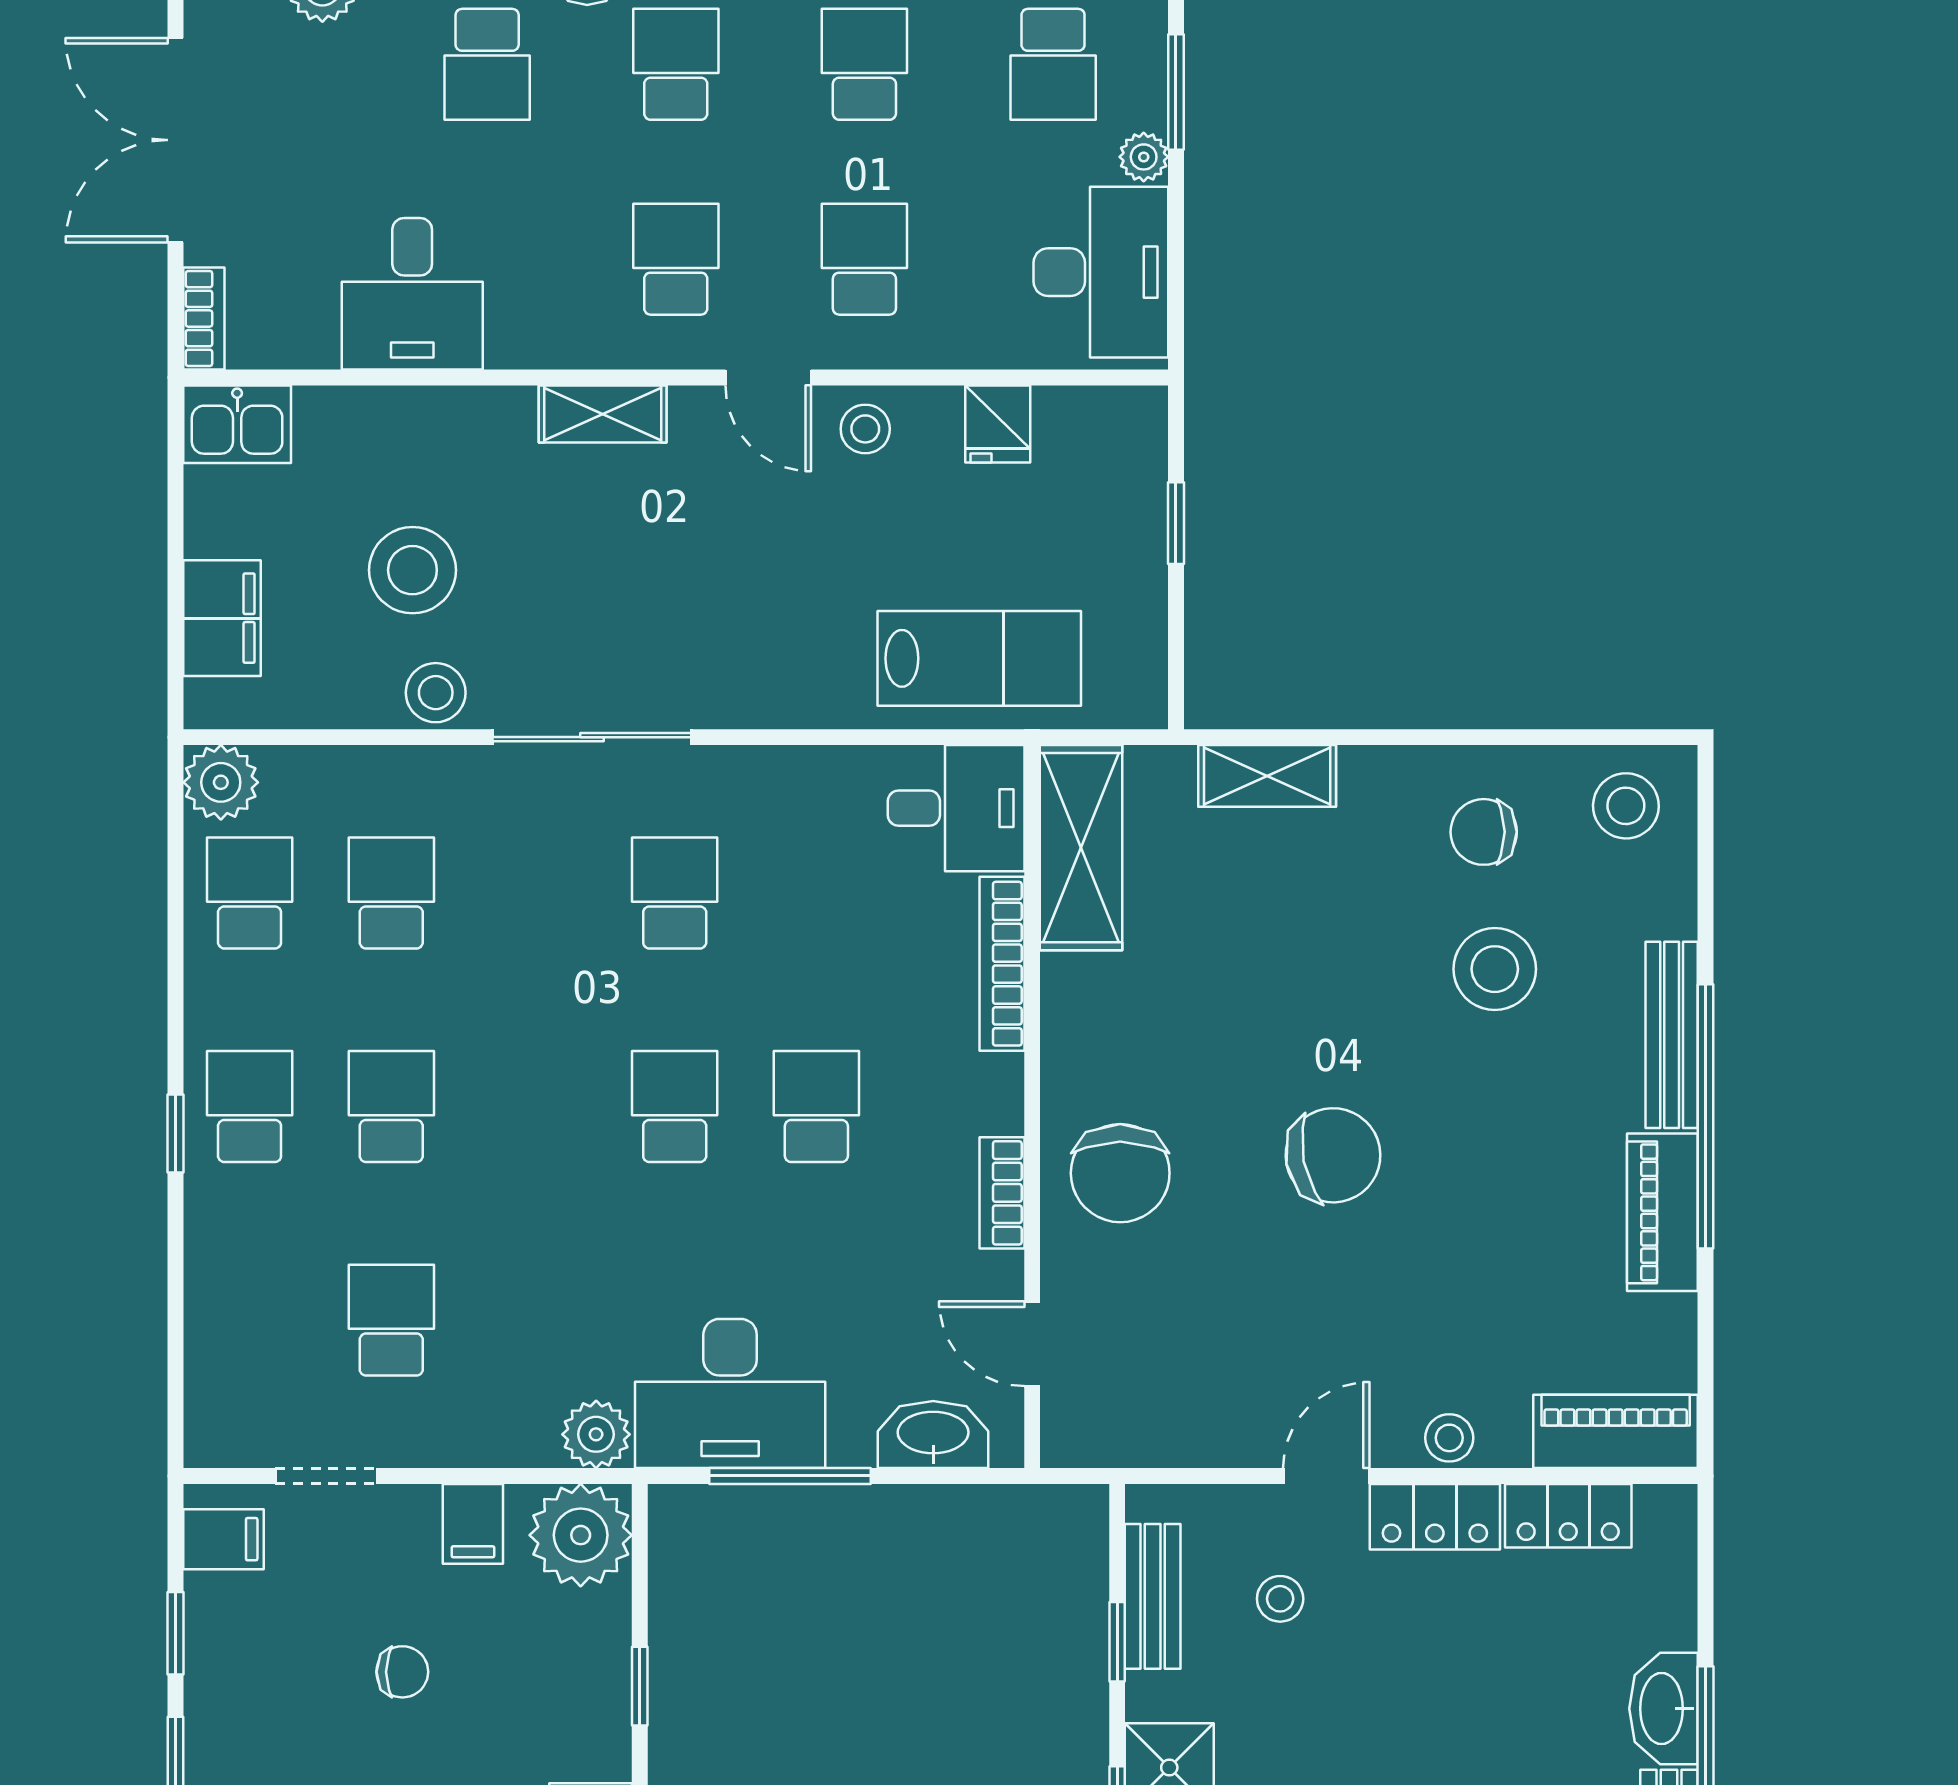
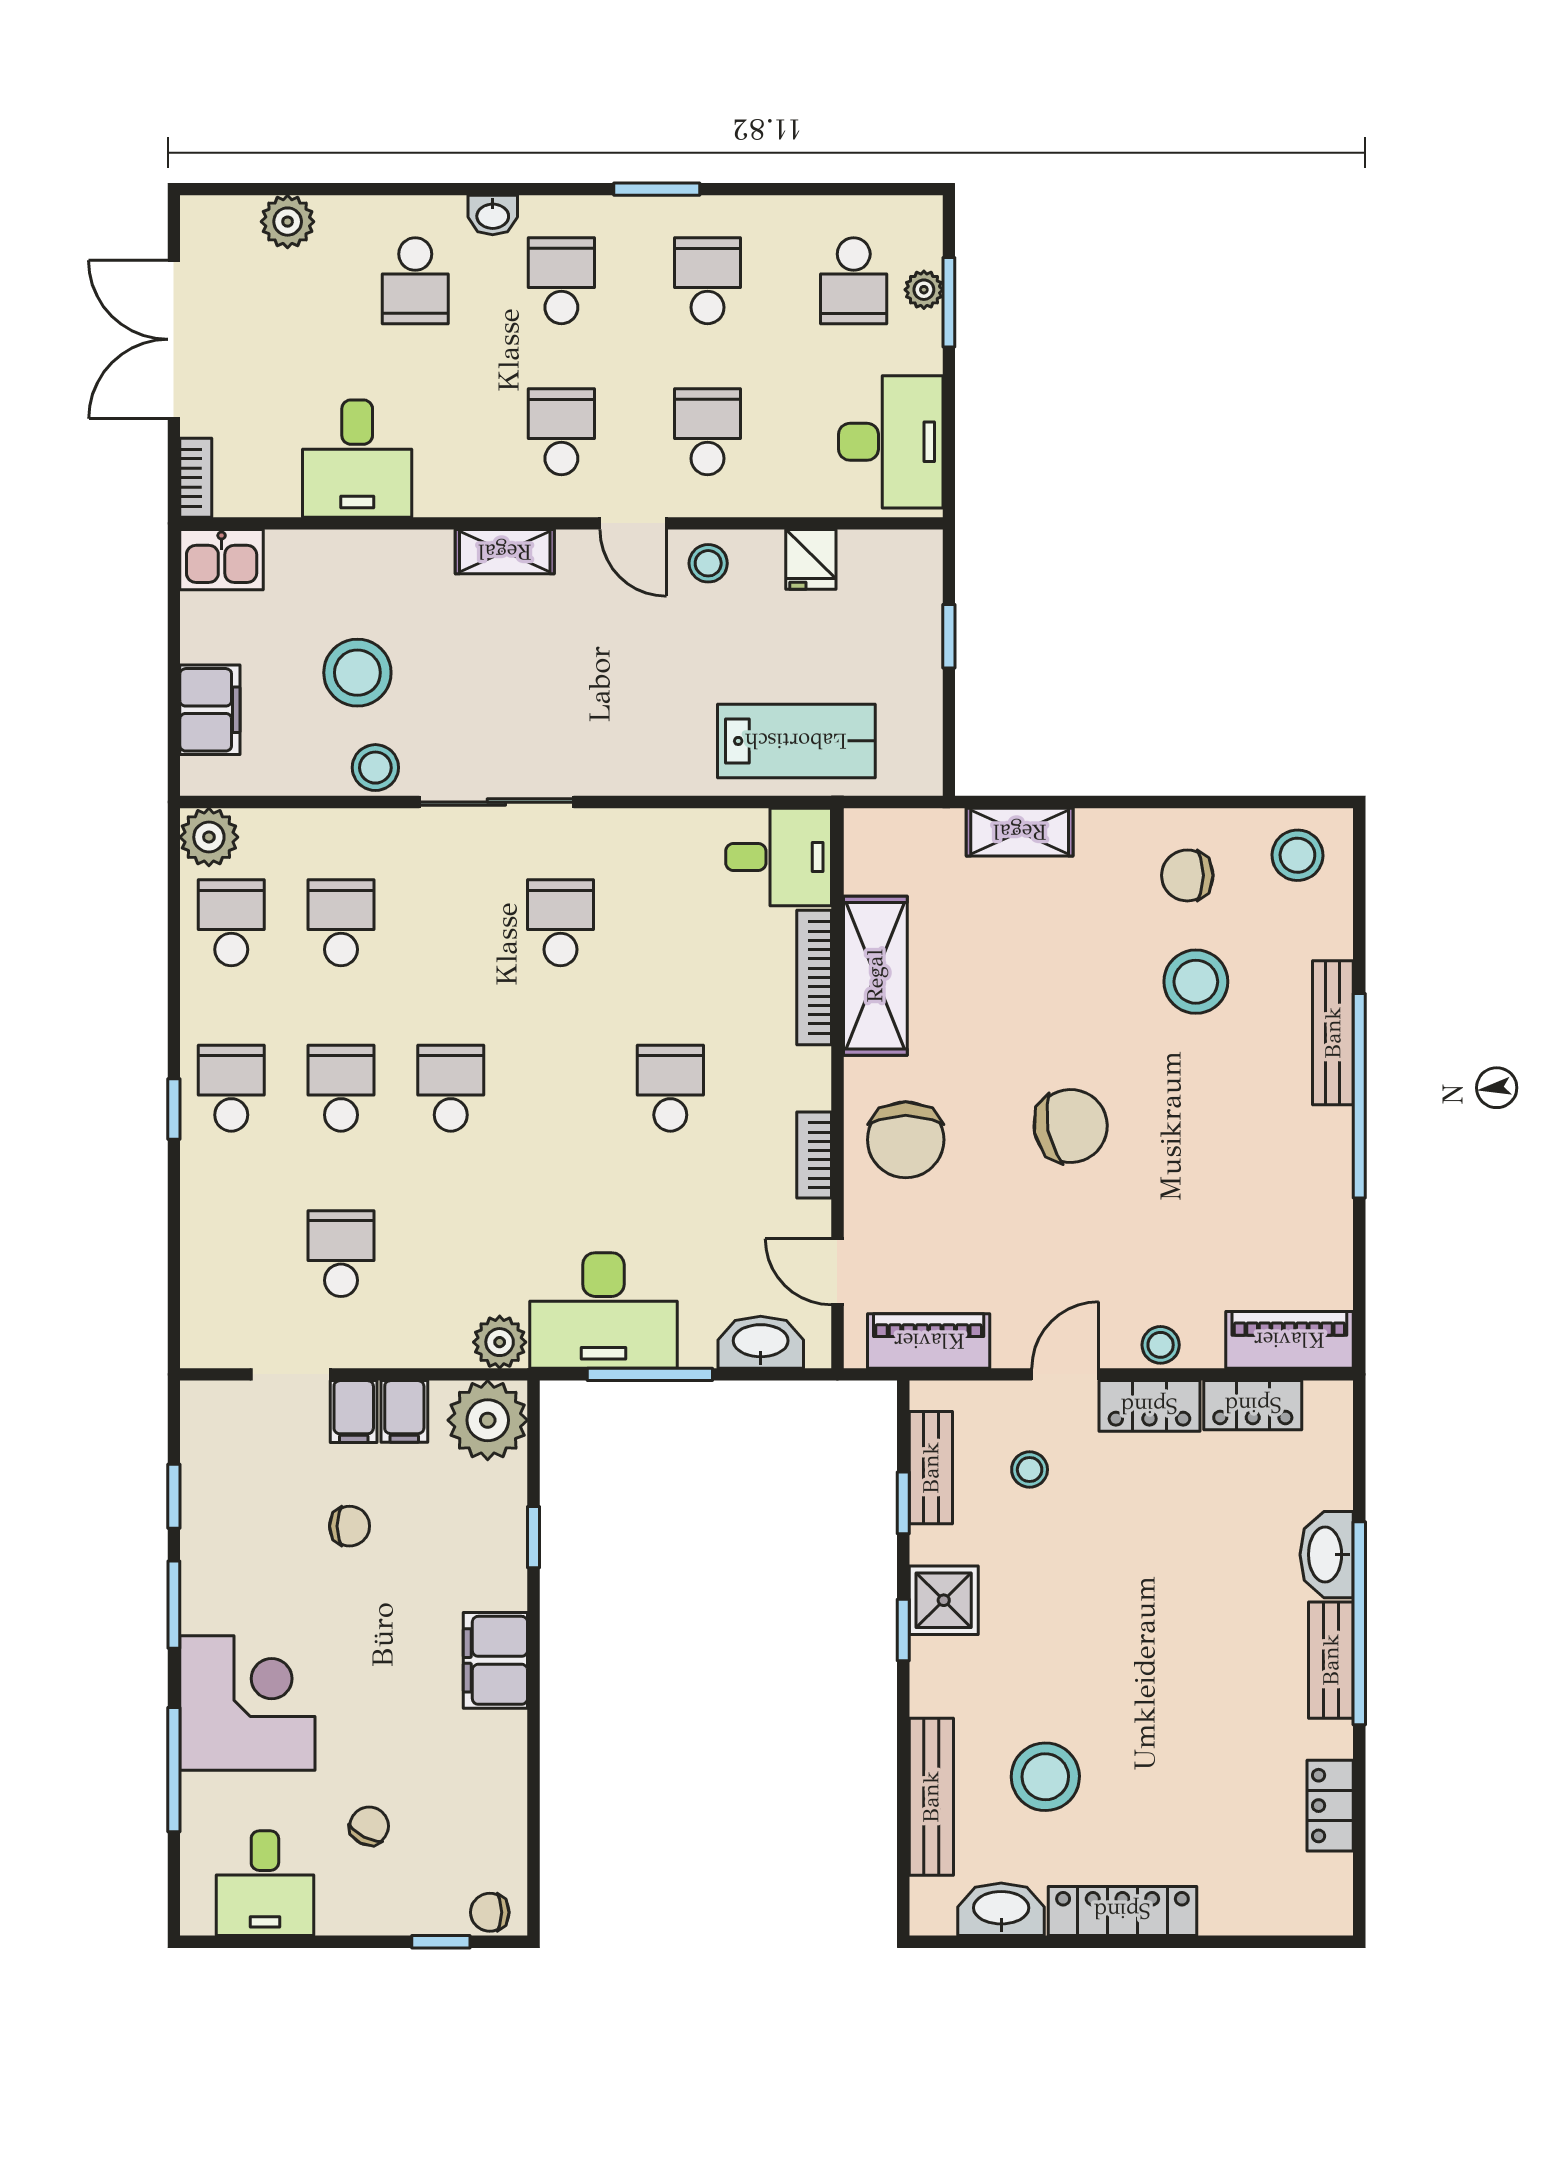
plant: (1144, 157) -> (924, 290), moved
shelving: (1081, 848) -> (875, 976), moved
school desk: (675, 1107) -> (451, 1088), moved
piano: (1662, 1212) -> (929, 1341), moved, turned 90
filing cabinet: (224, 1539) -> (354, 1412), moved, turned 90

